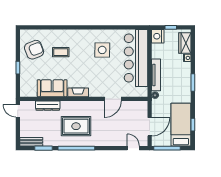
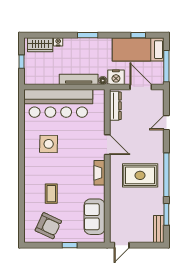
nightstand: (158, 36) -> (116, 77), moved
armchair: (34, 50) -> (48, 226), turned 136
sofa: (52, 88) -> (94, 217), moved
door: (113, 99) -> (107, 145), moved
dresser: (48, 106) -> (115, 106), moved
rug: (76, 126) -> (140, 175), turned 90
door: (133, 148) -> (166, 123), moved

